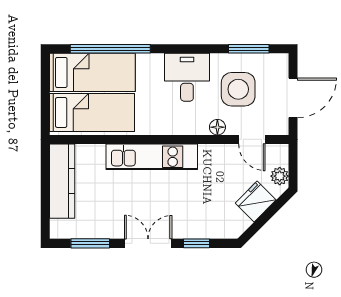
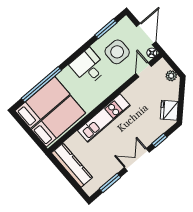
floor lamp: (217, 127) -> (152, 53), moved
door: (252, 139) -> (144, 70), swing flipped
fridge: (256, 202) -> (169, 110), moved

